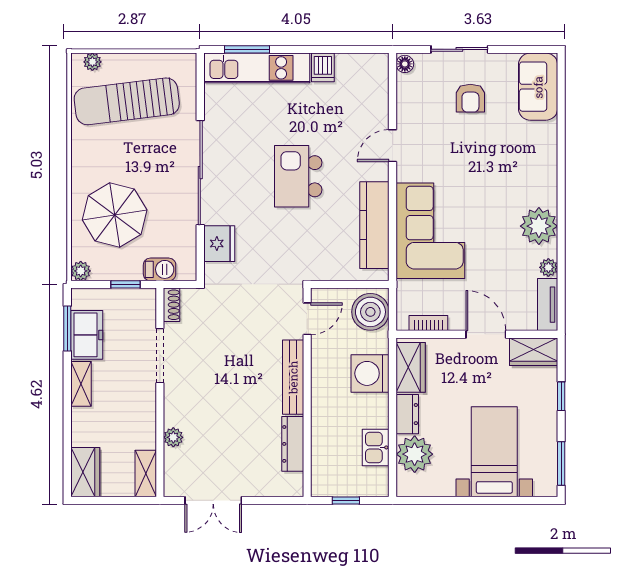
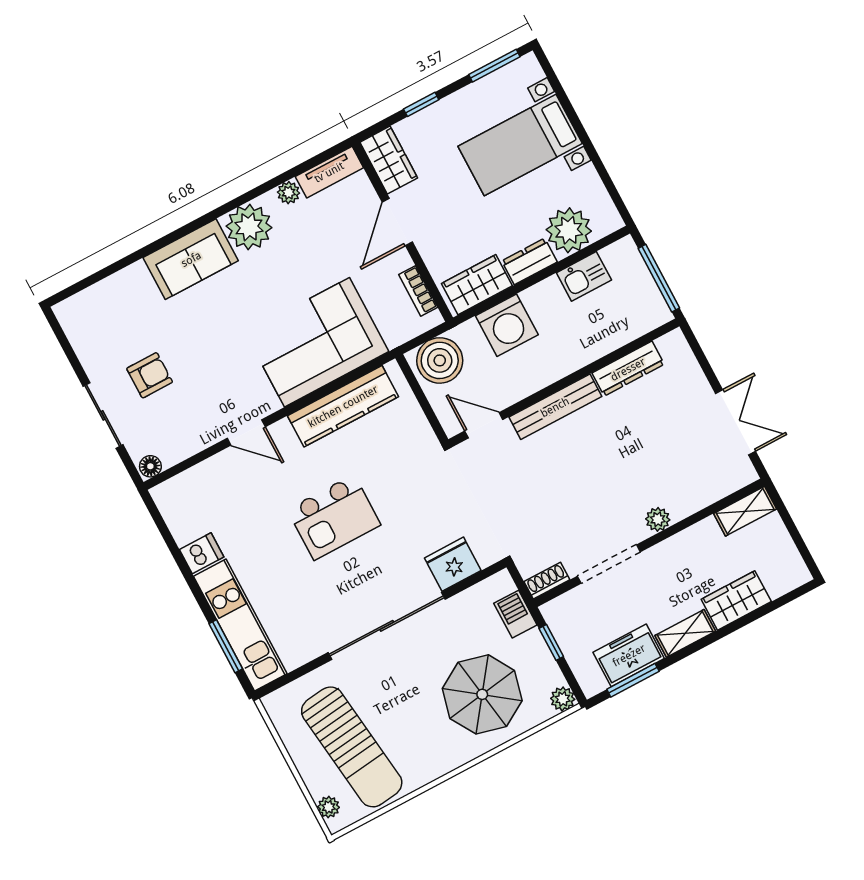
sofa: (538, 87) -> (191, 259), moved
plant: (173, 437) -> (658, 519), moved
wardrobe: (85, 472) -> (736, 600), moved
window: (346, 500) -> (659, 278), width x2.17

